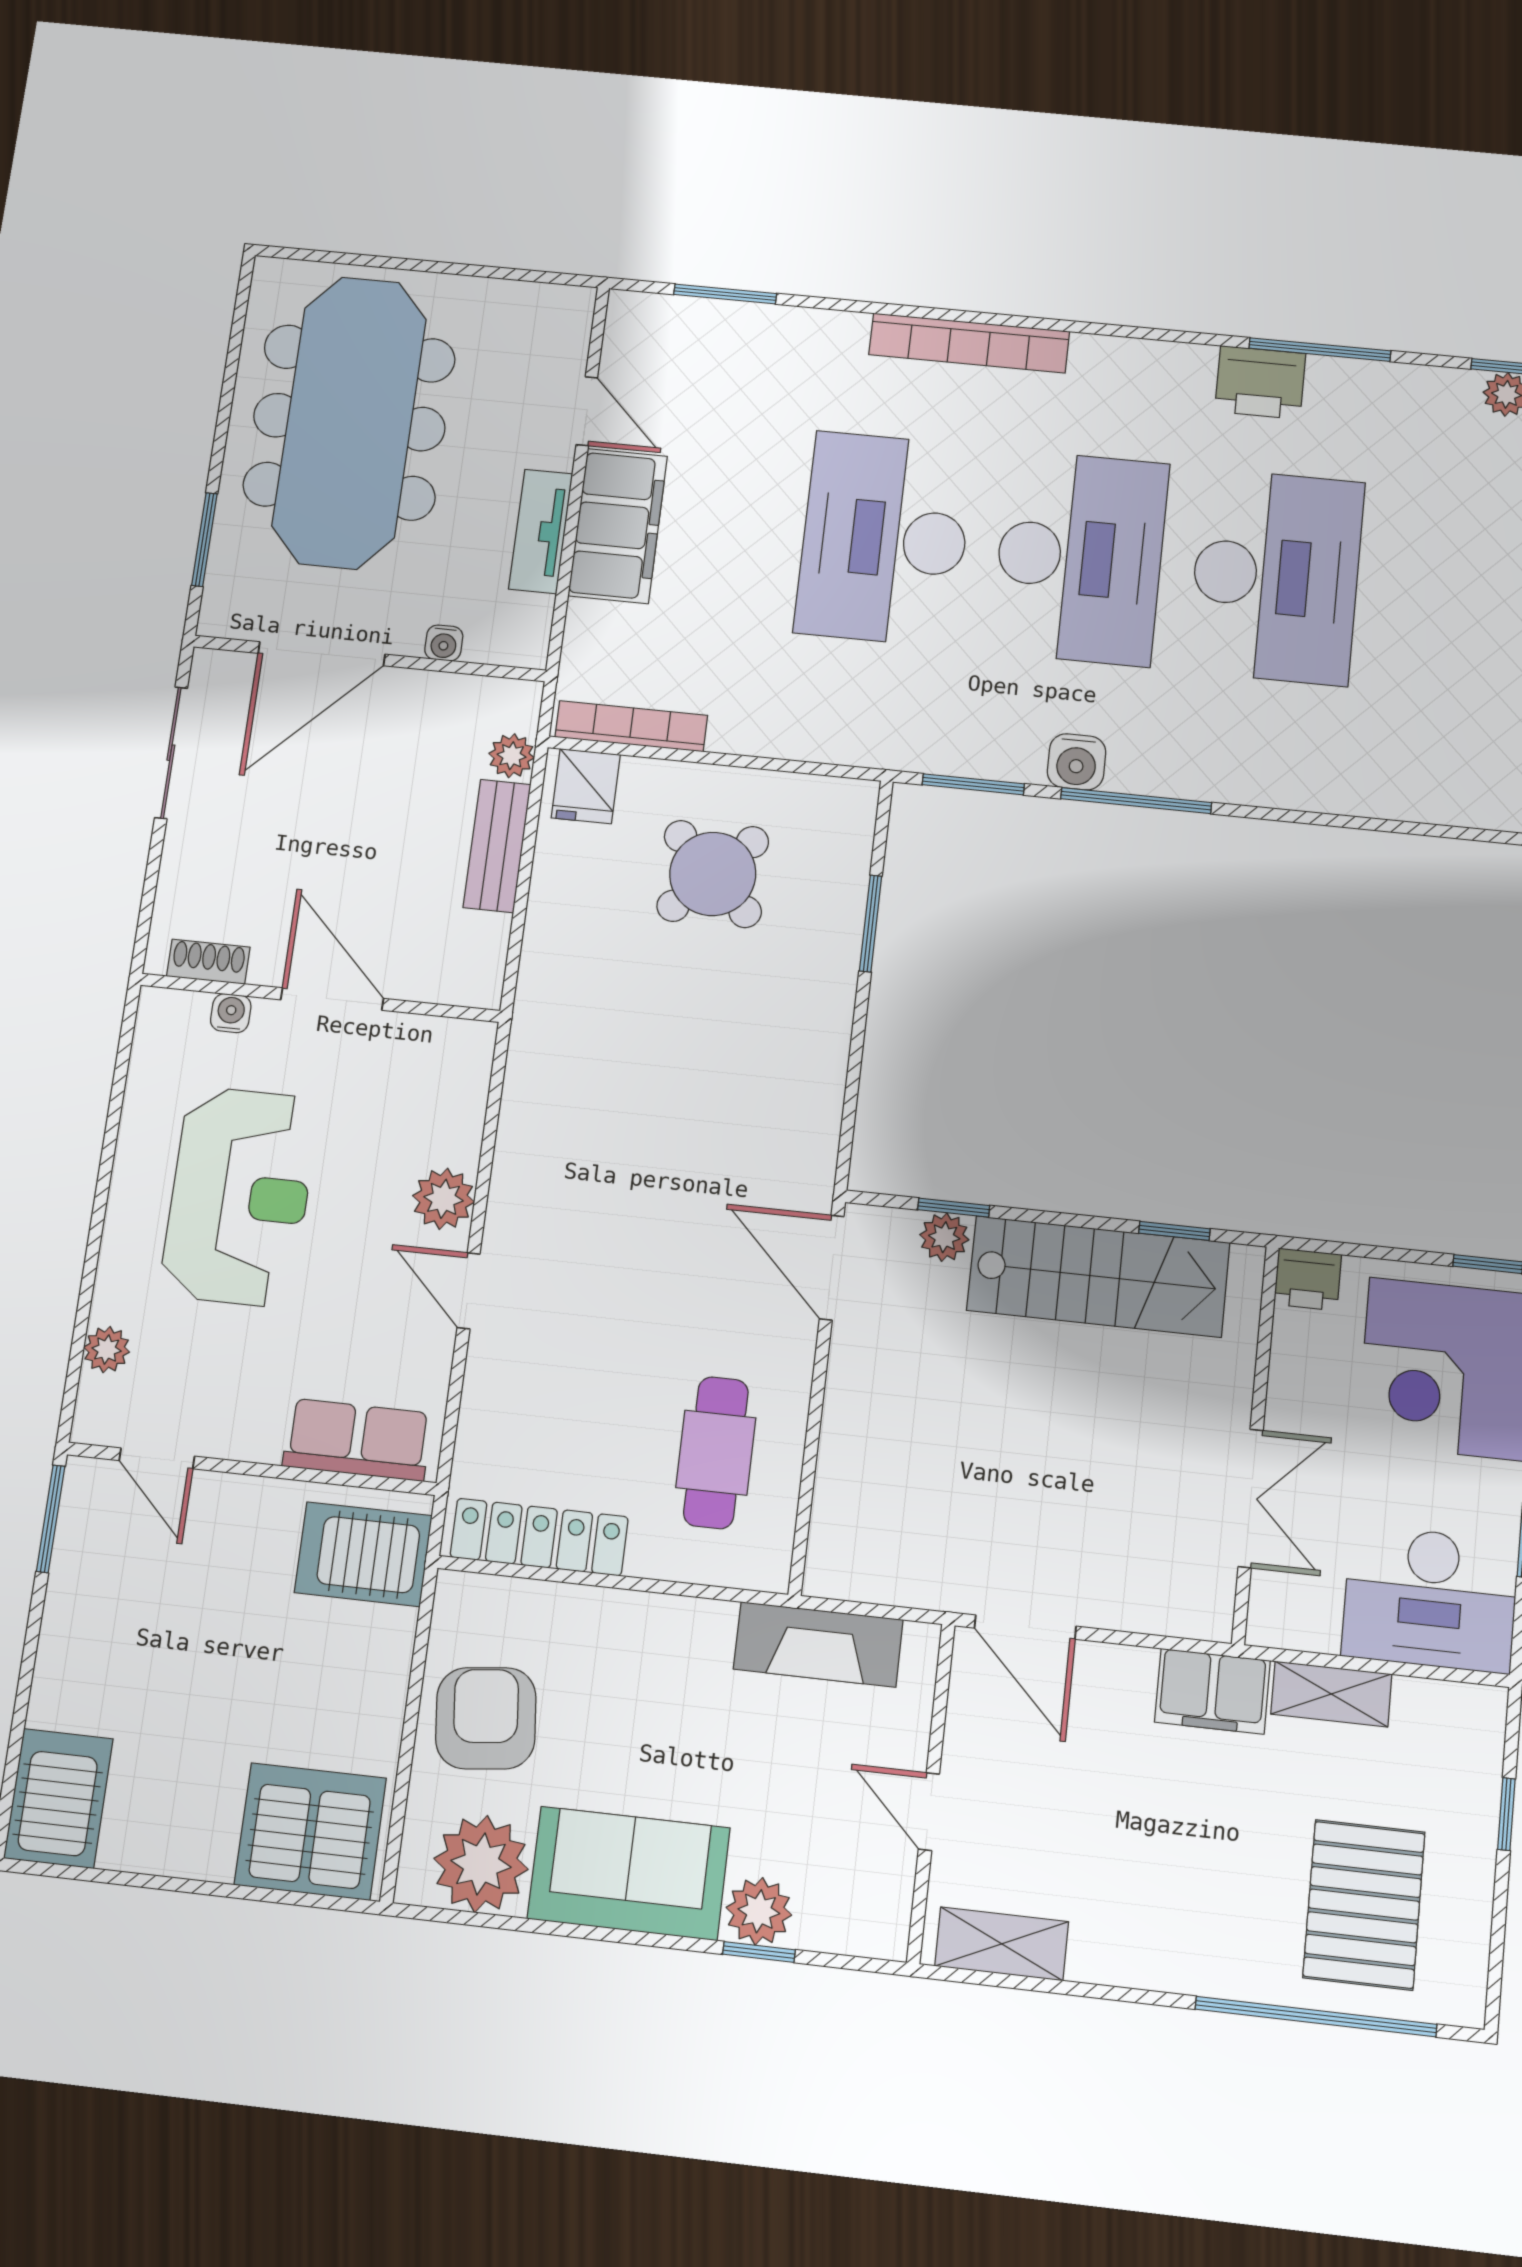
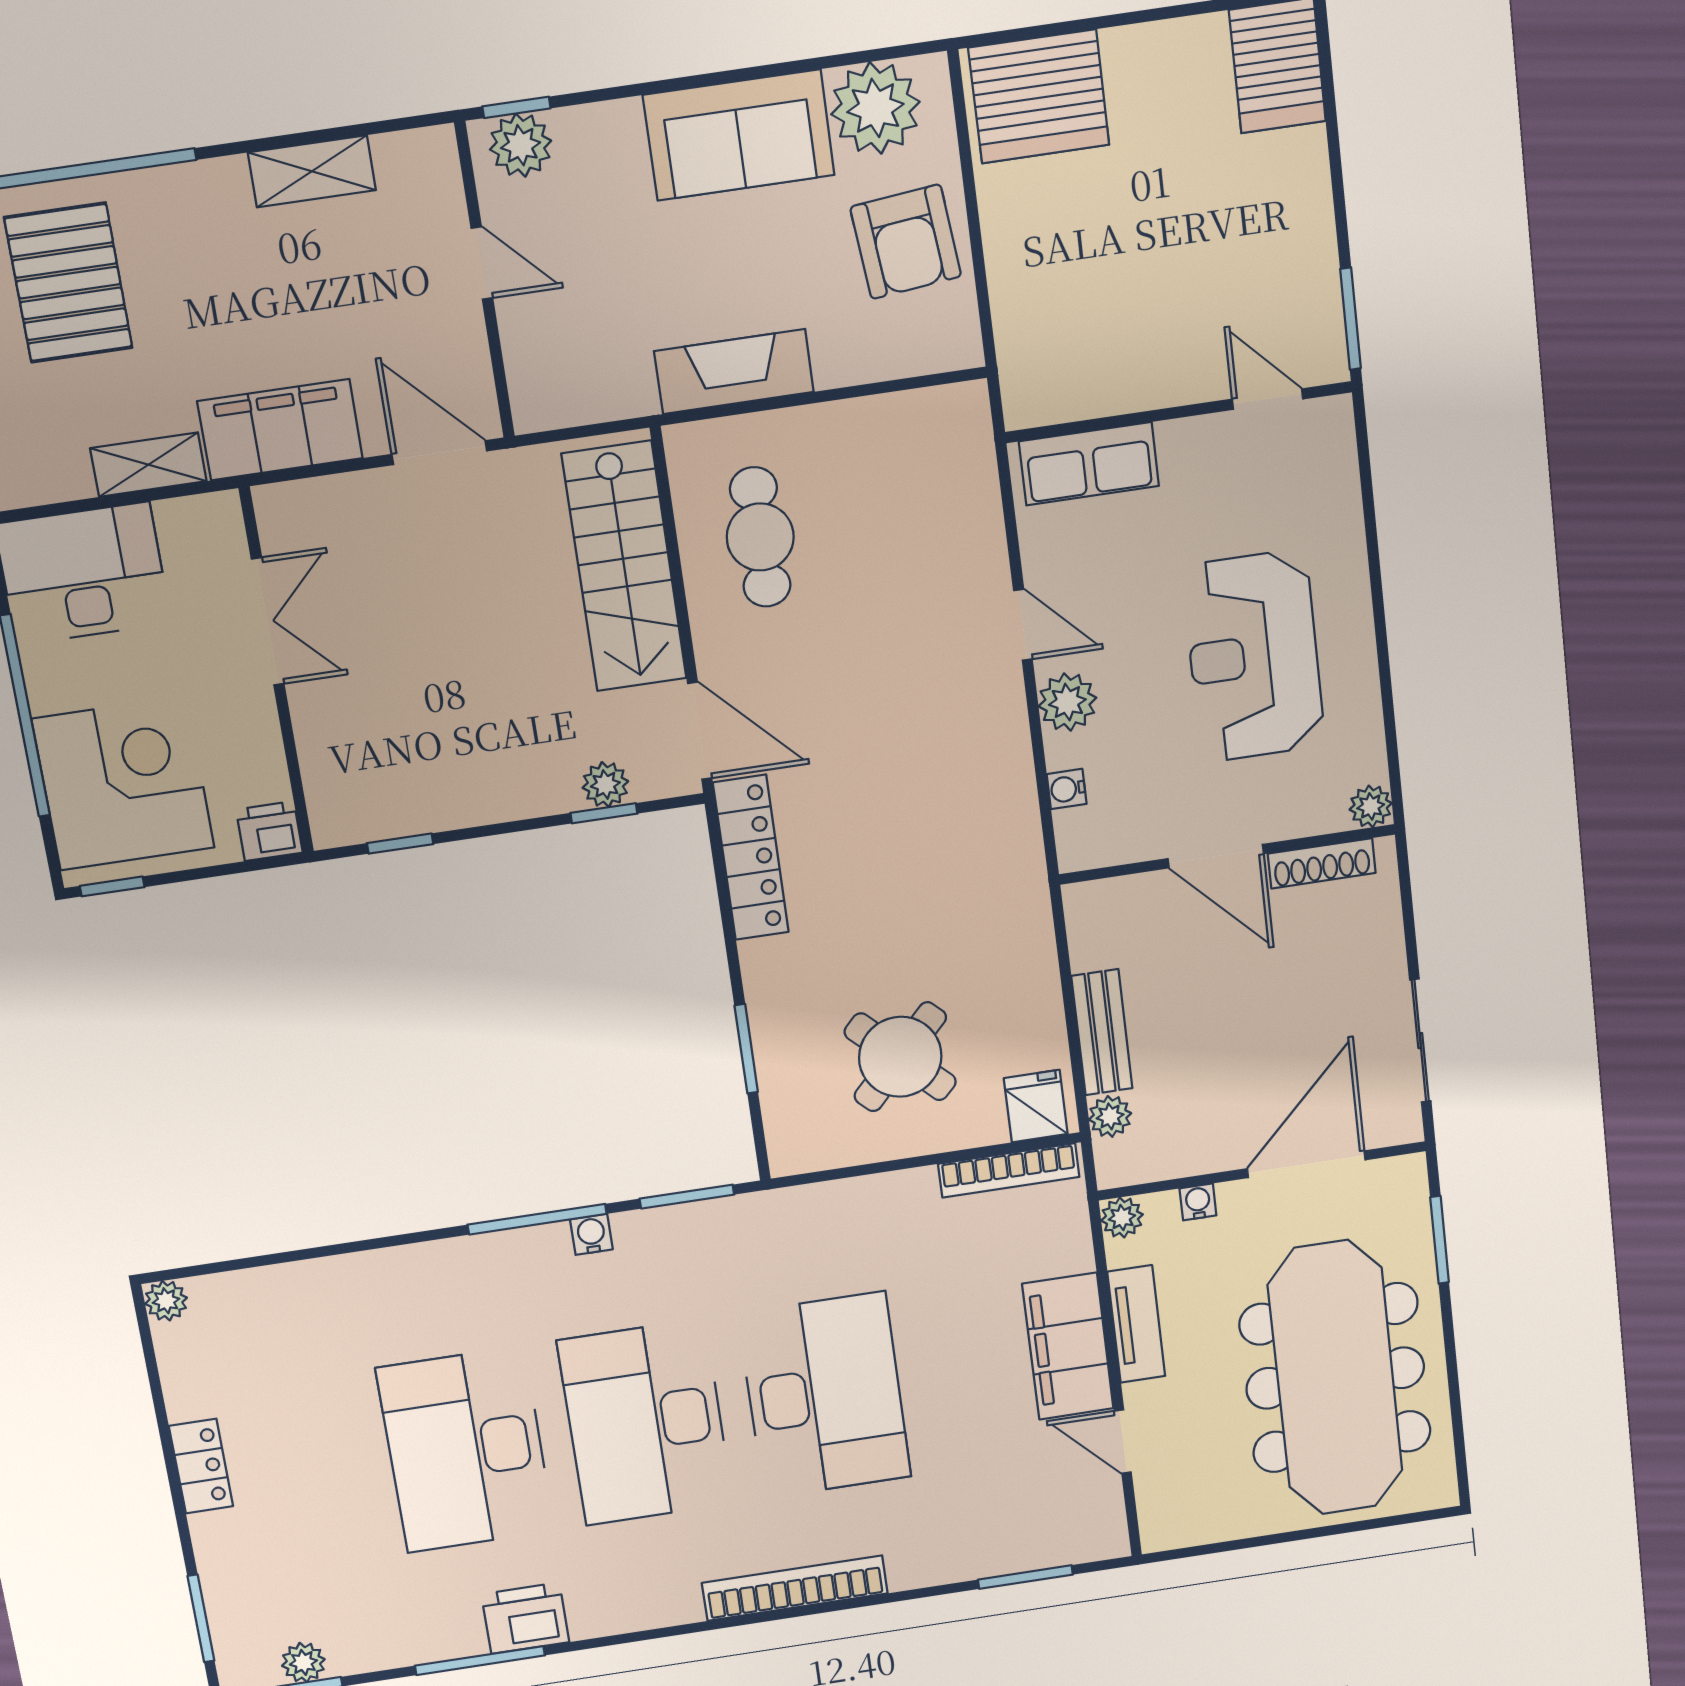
plant: (527, 647) -> (1122, 1218), added
water cooler: (1077, 762) -> (591, 1234), width x0.72, depth x0.72
shoe rack: (208, 962) -> (1322, 863), width x1.43
water cooler: (231, 1013) -> (1067, 789), moved, turned 90
stairs: (1098, 1276) -> (624, 567), moved, turned -90
plant: (107, 1350) -> (1371, 806), moved
double door: (1251, 1498) -> (268, 622), swing flipped
locker: (539, 1537) -> (751, 857), moved, turned -90
server rack: (363, 1554) -> (1056, 361), removed
fireplace: (818, 1644) -> (734, 372), moved
filing cabinet: (1212, 1691) -> (280, 430), width x1.50, depth x1.17
plant: (759, 1911) -> (521, 145), moved
shelving: (1002, 1944) -> (312, 171), moved
window: (759, 1952) -> (516, 107), moved

